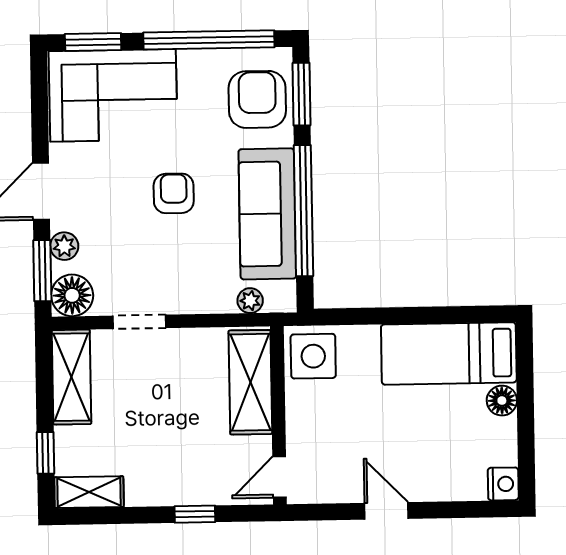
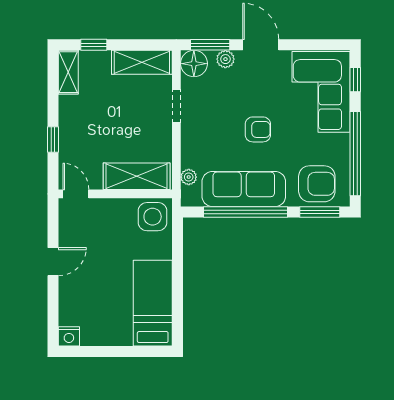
window: (93, 42) -> (355, 80), width x0.67
floor lamp: (502, 401) -> (122, 336), removed

